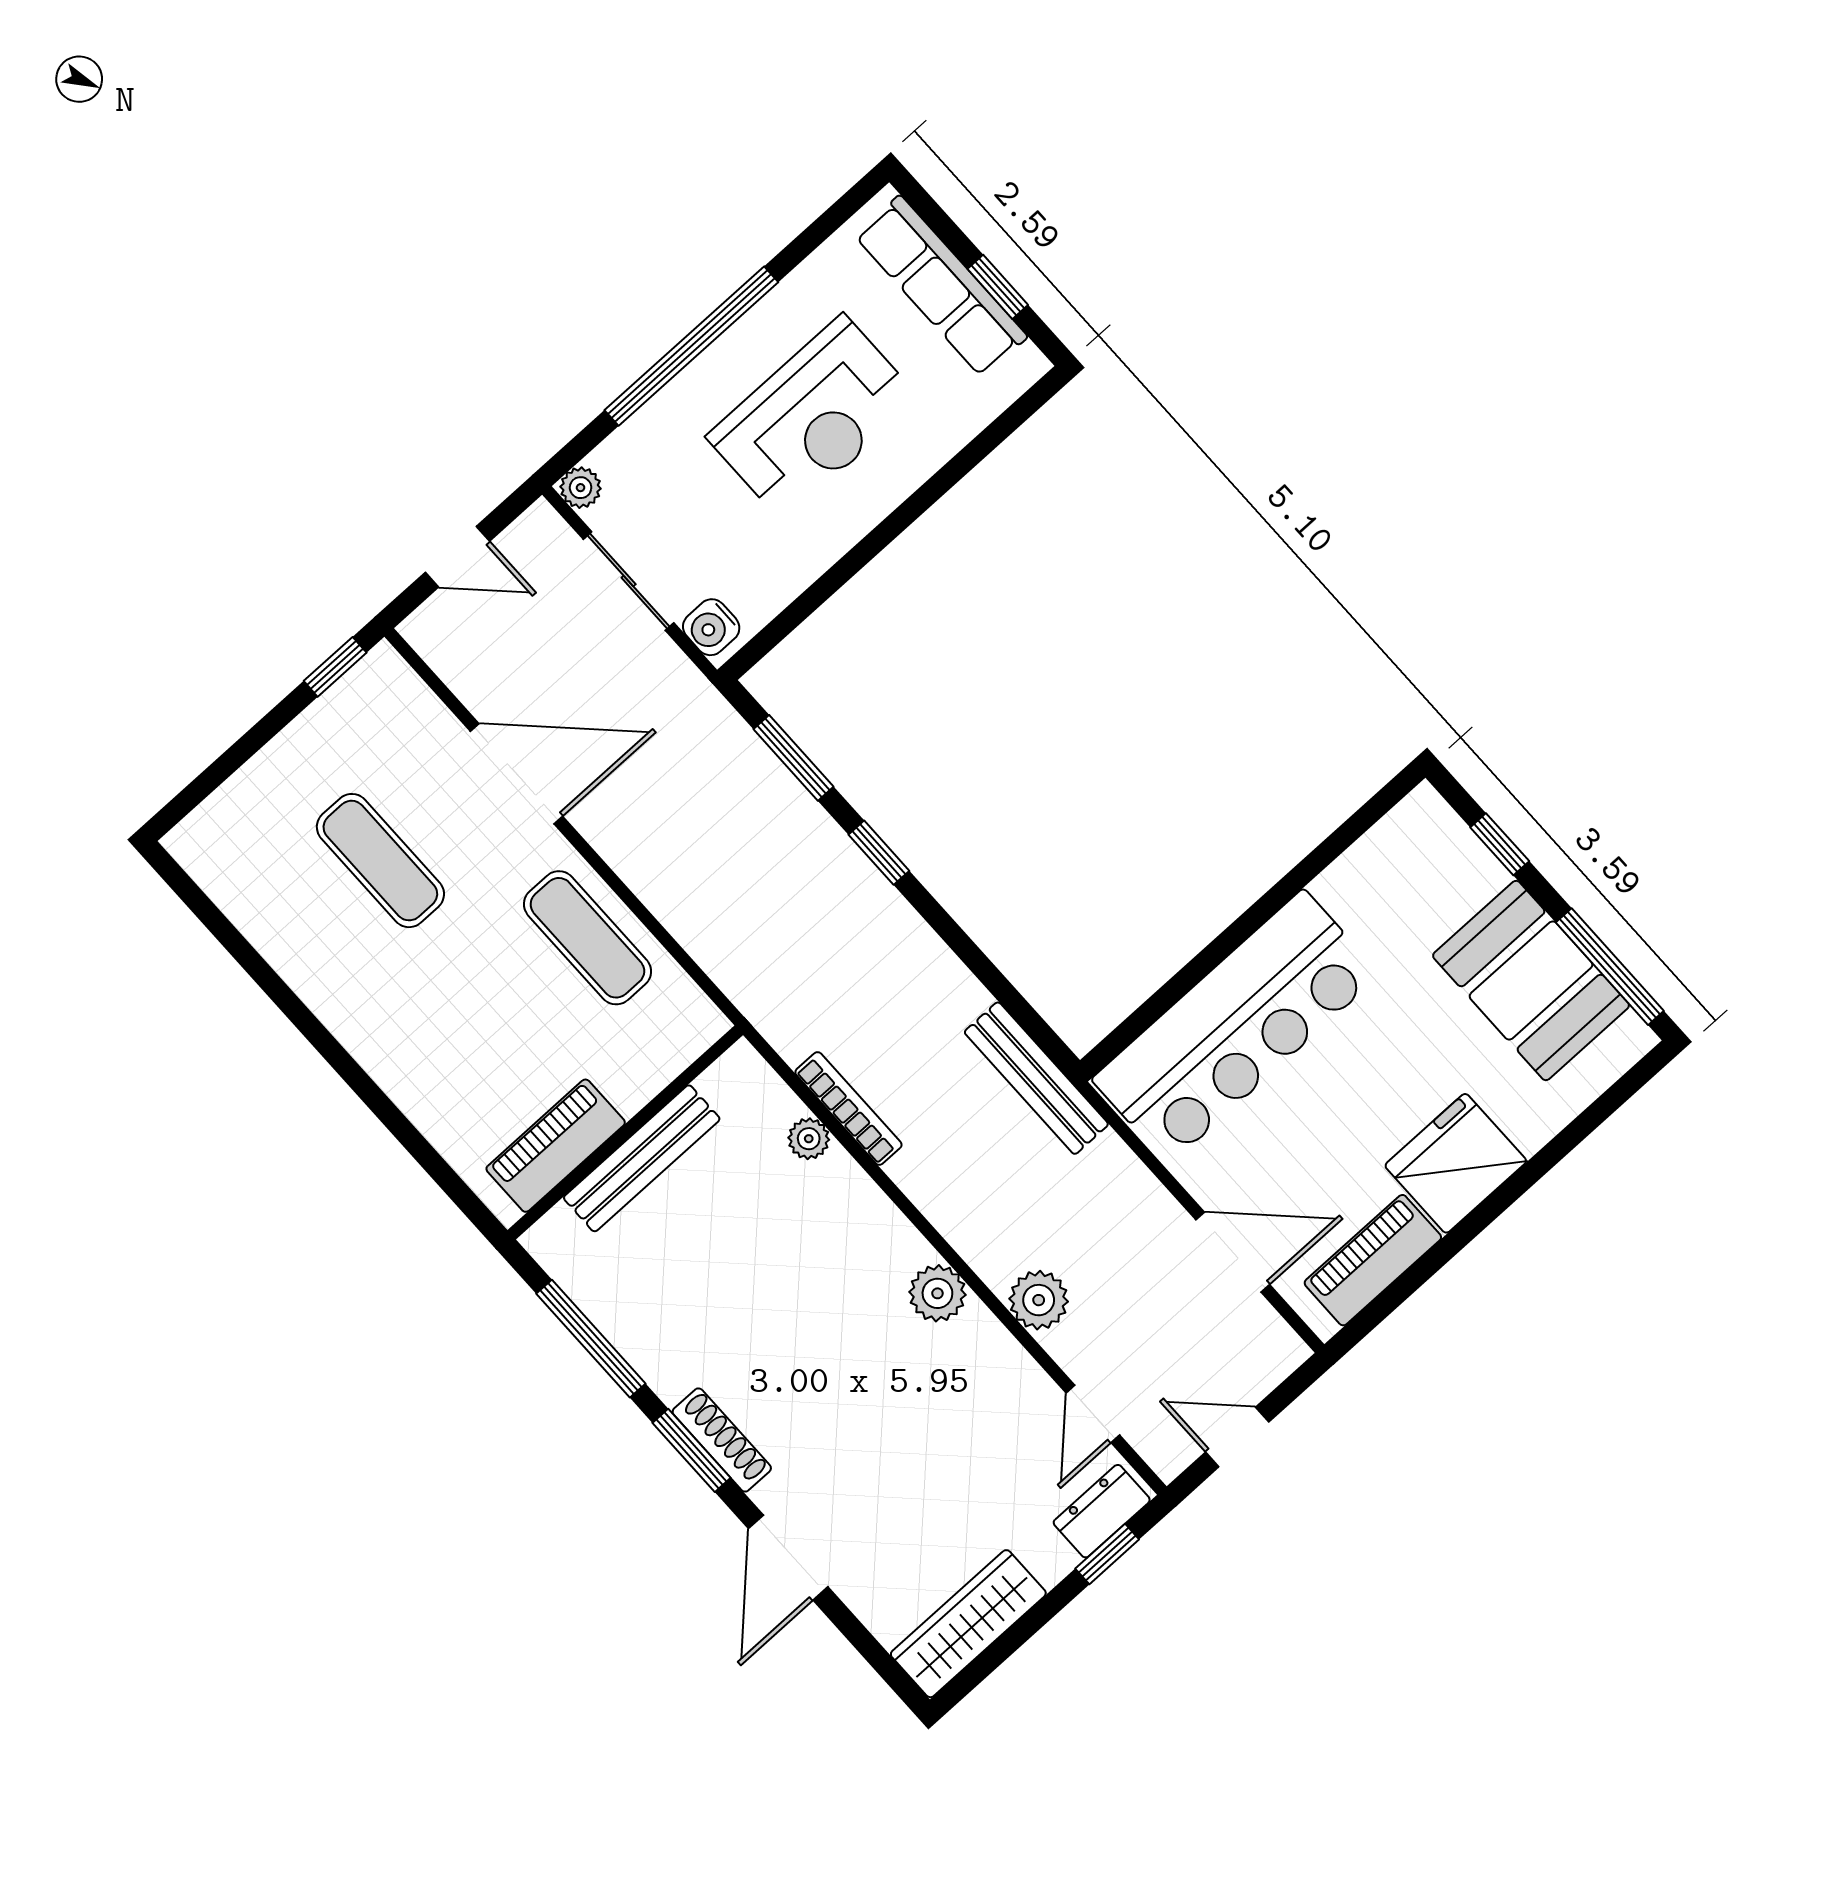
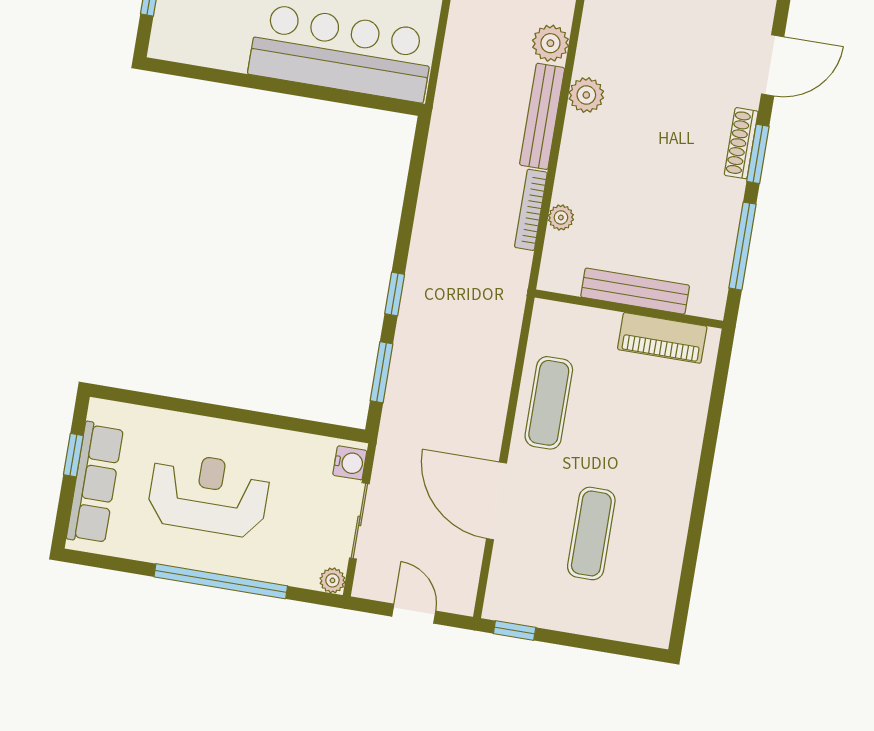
bench: (1036, 1078) -> (542, 116), moved

